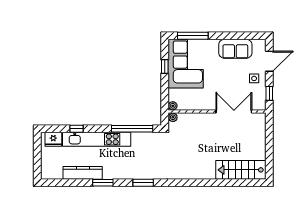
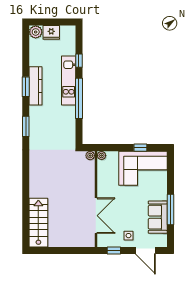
window: (193, 36) -> (171, 209), moved
window: (132, 129) -> (79, 98), moved
fridge: (53, 139) -> (51, 32), moved, turned -90
kitchen unit: (97, 139) -> (69, 80), width x0.73
plant: (47, 173) -> (36, 32), added
kitchen counter: (83, 173) -> (36, 86), moved

